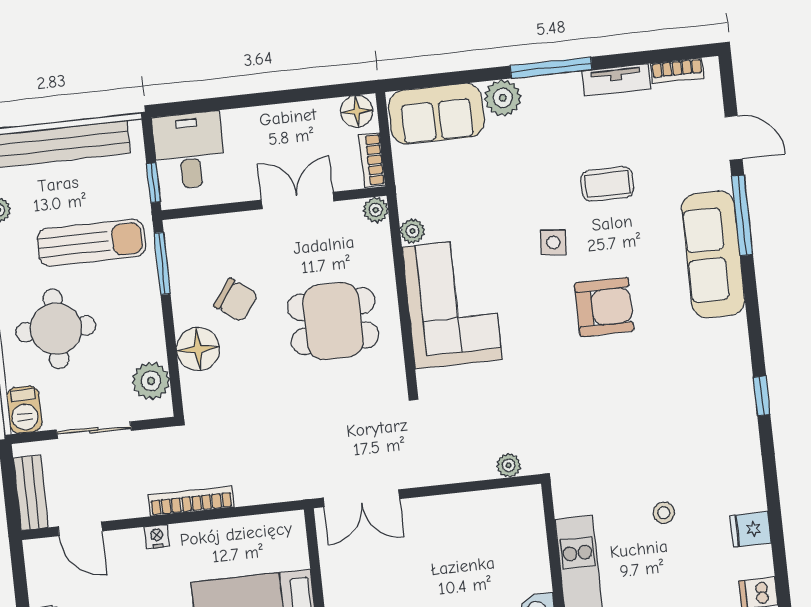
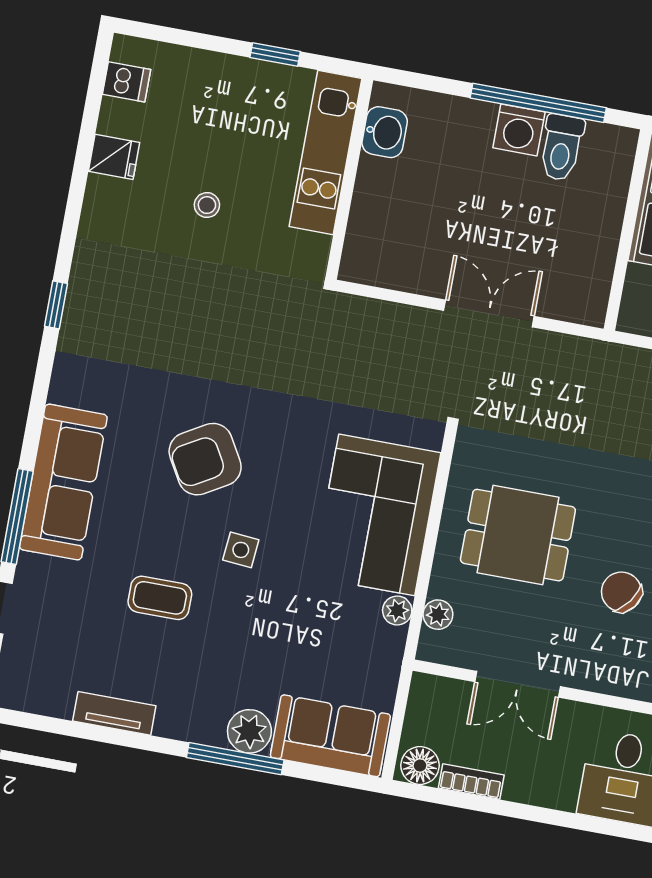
window: (551, 68) -> (235, 759), moved
bookcase: (677, 71) -> (42, 703), removed
bookcase: (372, 160) -> (471, 782), moved, turned -90
plant: (376, 210) -> (438, 615), moved
armchair: (604, 307) -> (205, 459), turned -30
plant: (509, 465) -> (367, 312), removed
double door: (361, 498) -> (489, 313), moved

